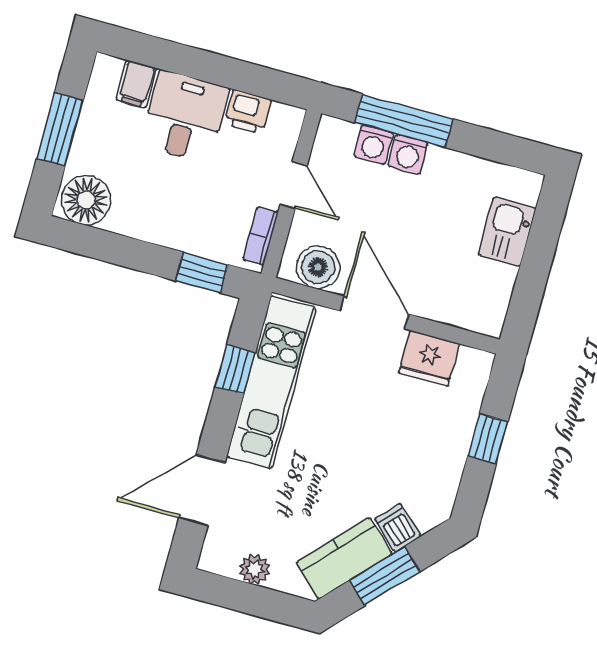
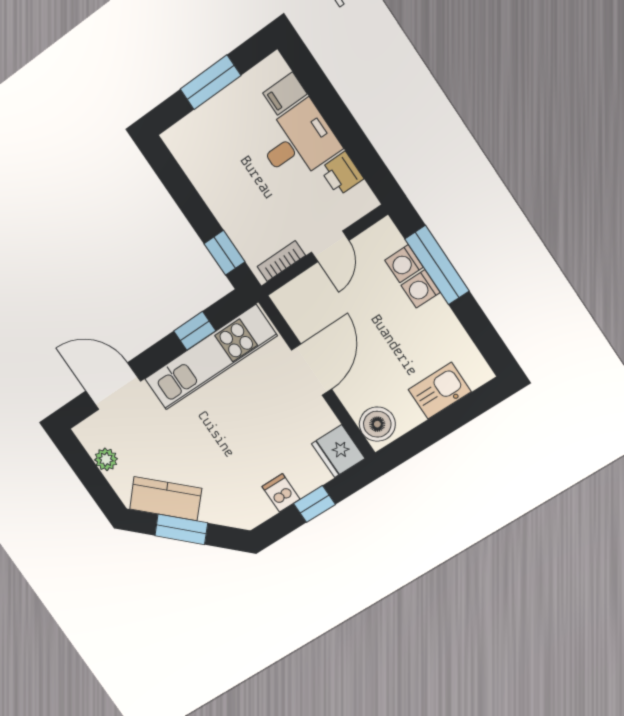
floor lamp: (86, 200) -> (190, 143), removed
boiler: (318, 267) -> (377, 424), moved
fridge: (429, 358) -> (338, 451), moved
dishwasher: (398, 528) -> (281, 493), moved, turned -43

